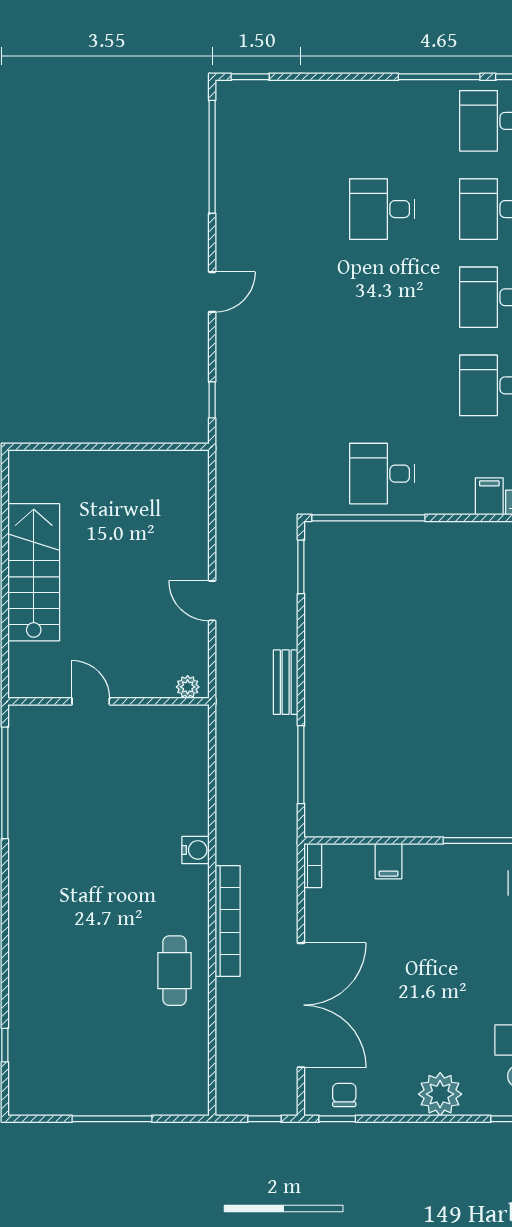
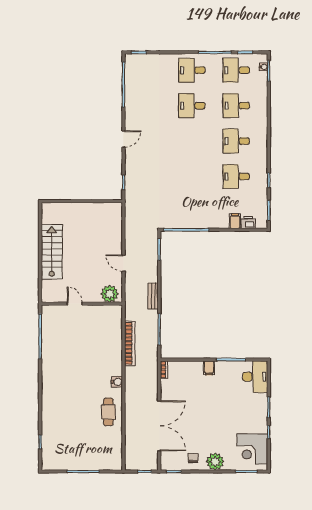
desk: (382, 474) -> (192, 70), moved
plant: (188, 687) -> (110, 294), width x1.88, depth x1.88
water cooler: (196, 850) -> (117, 382), moved
filing cabinet: (388, 861) -> (209, 368), moved
bookcase: (228, 921) -> (130, 343), moved
chair: (344, 1095) -> (193, 458), moved

